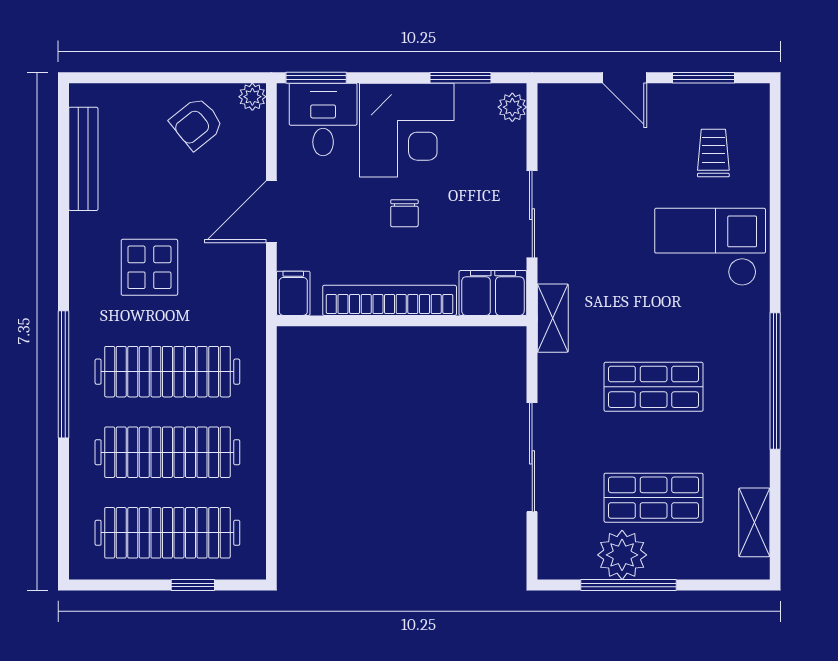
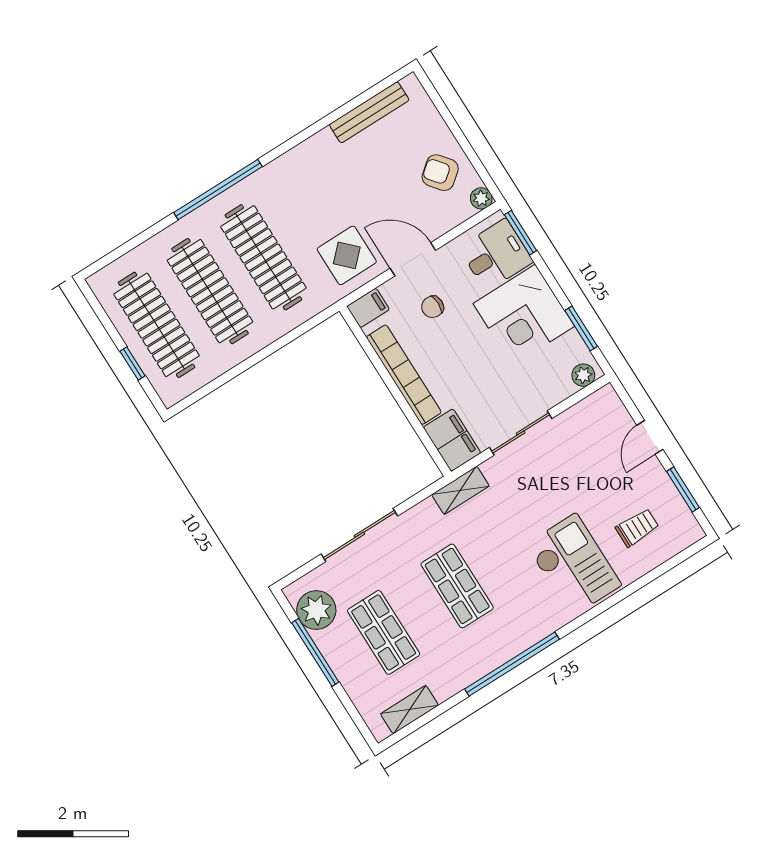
chair: (404, 213) -> (433, 307), moved
display table: (149, 267) -> (347, 255), moved
plant: (622, 555) -> (316, 610), moved

